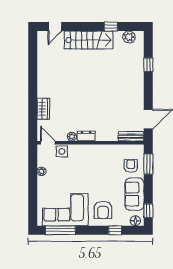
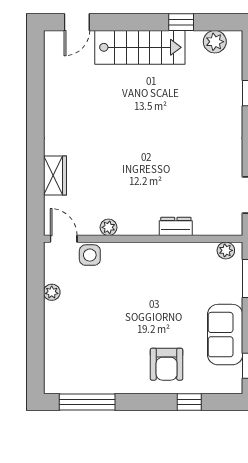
dresser: (86, 136) -> (176, 226), moved
bench: (131, 136) -> (219, 227), removed
plant: (135, 149) -> (226, 250), added
armchair: (131, 166) -> (218, 282), removed
corner sofa: (65, 210) -> (96, 364), removed
floor lamp: (135, 221) -> (227, 384), removed

